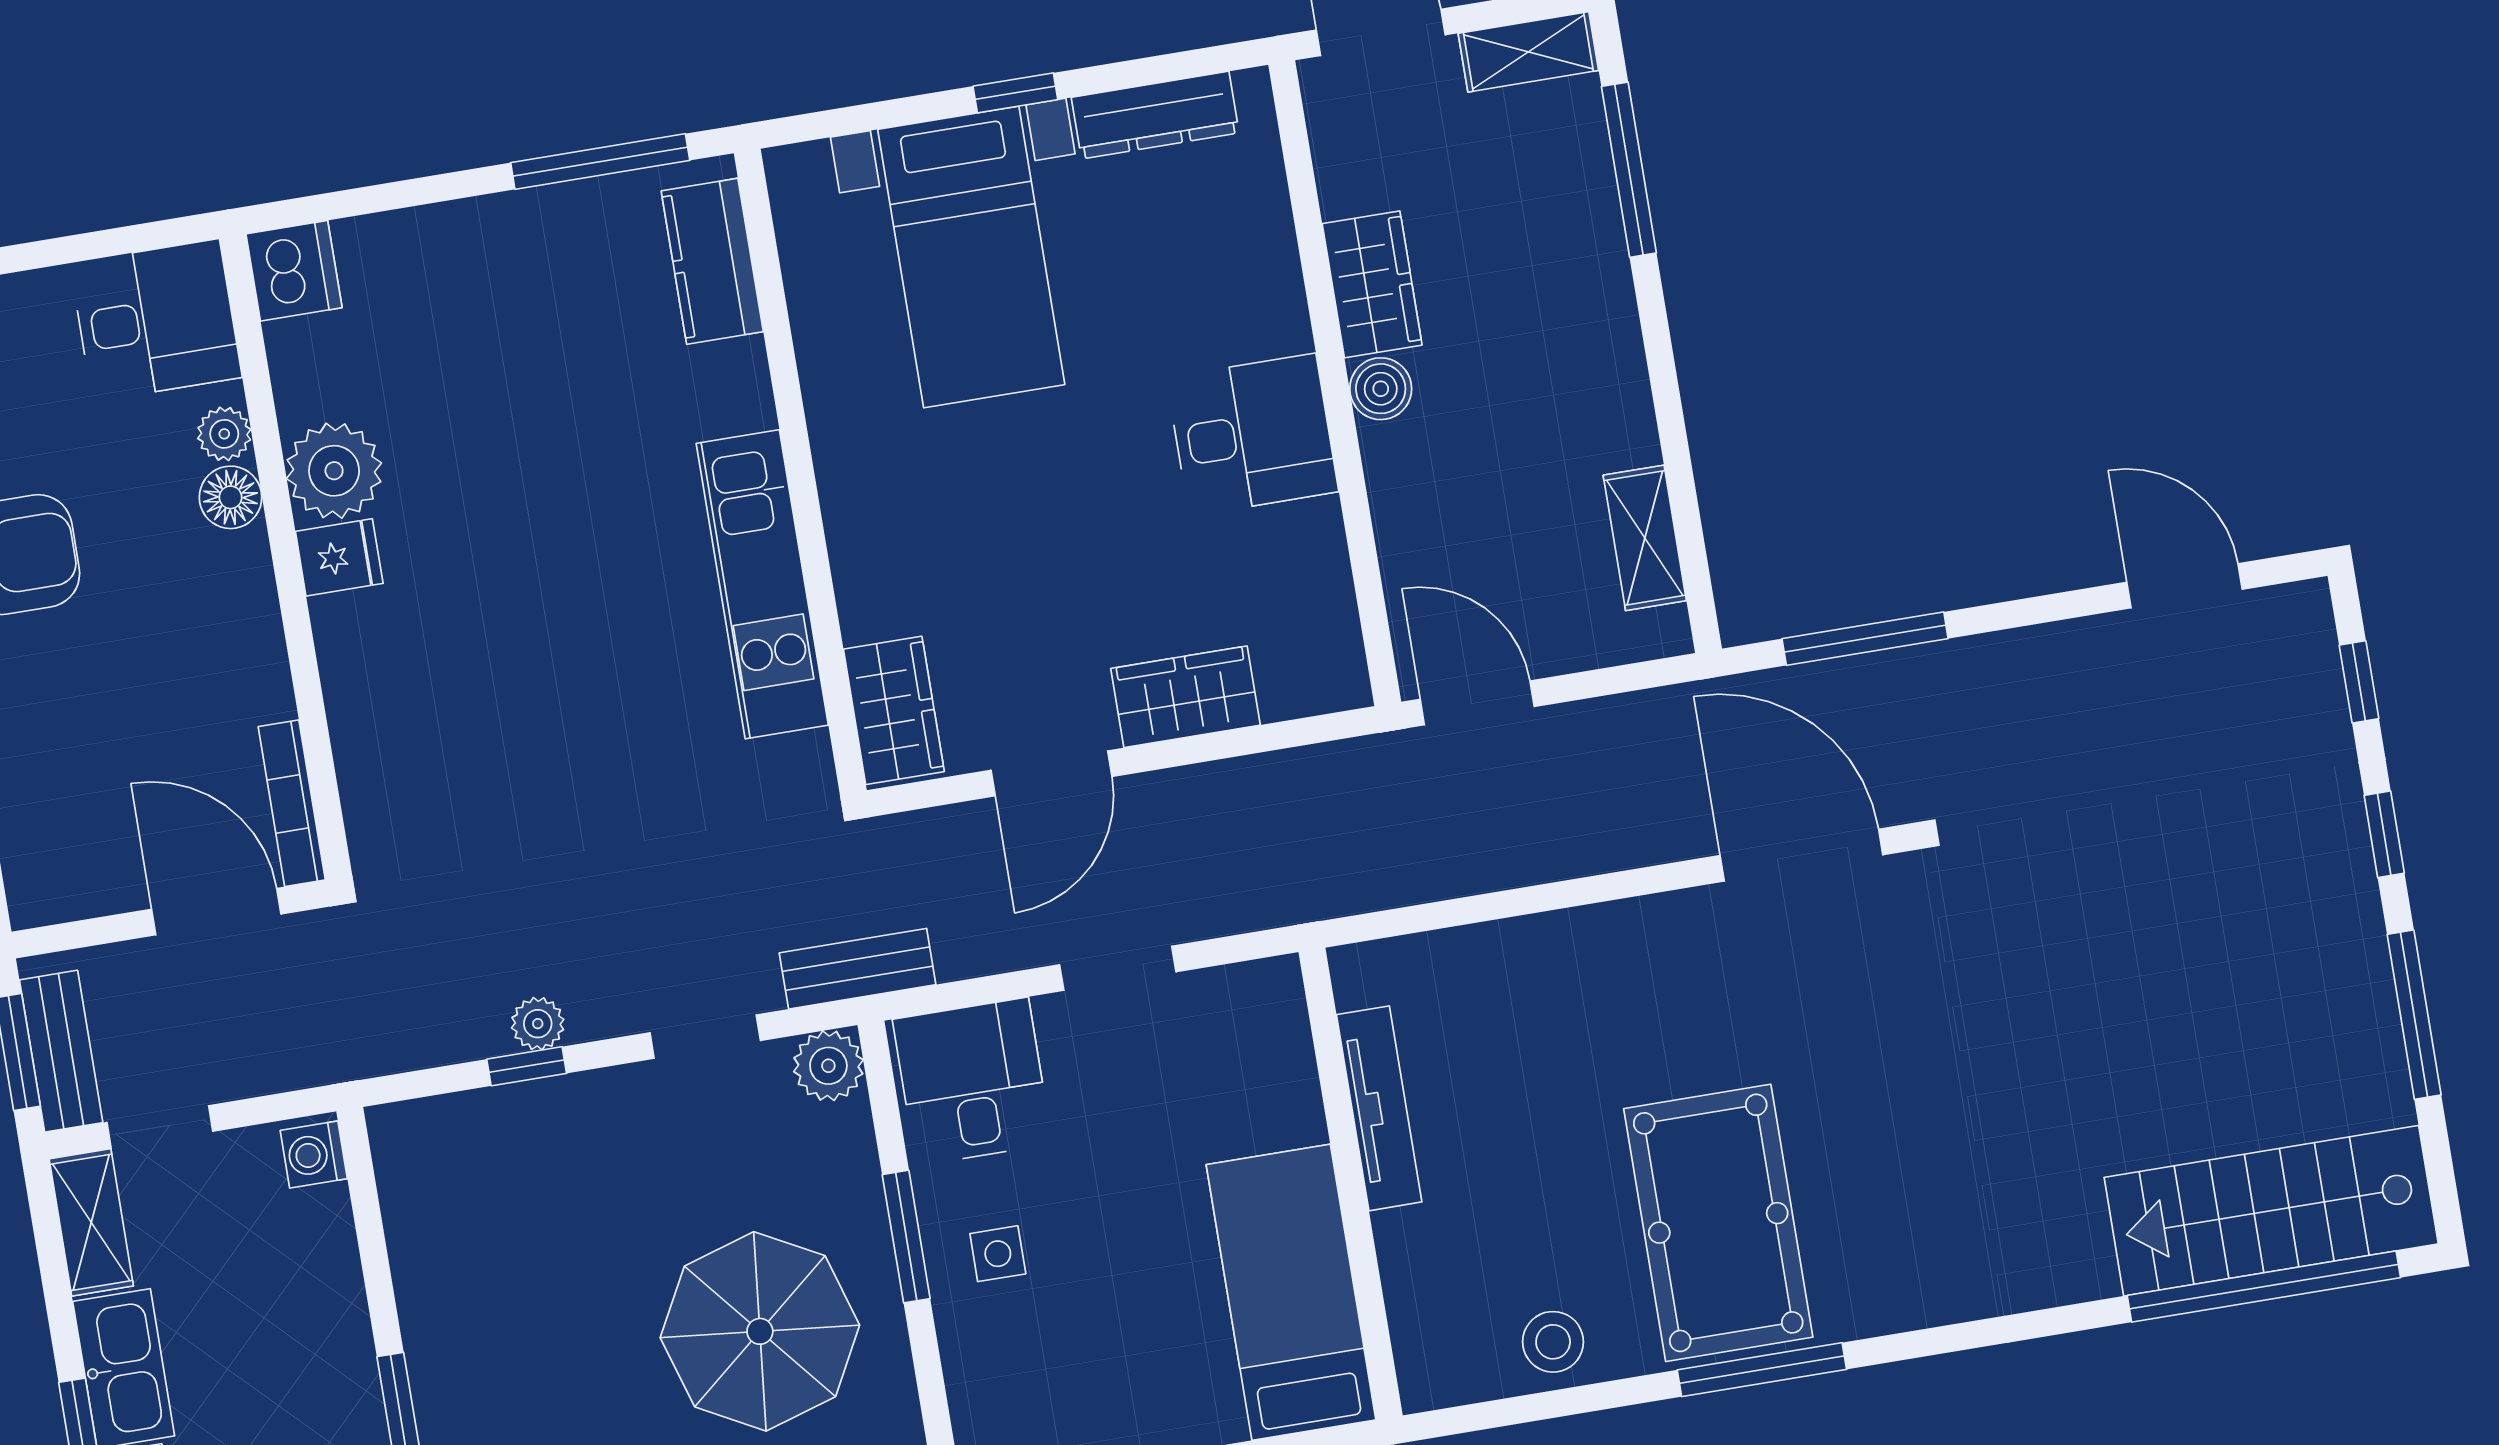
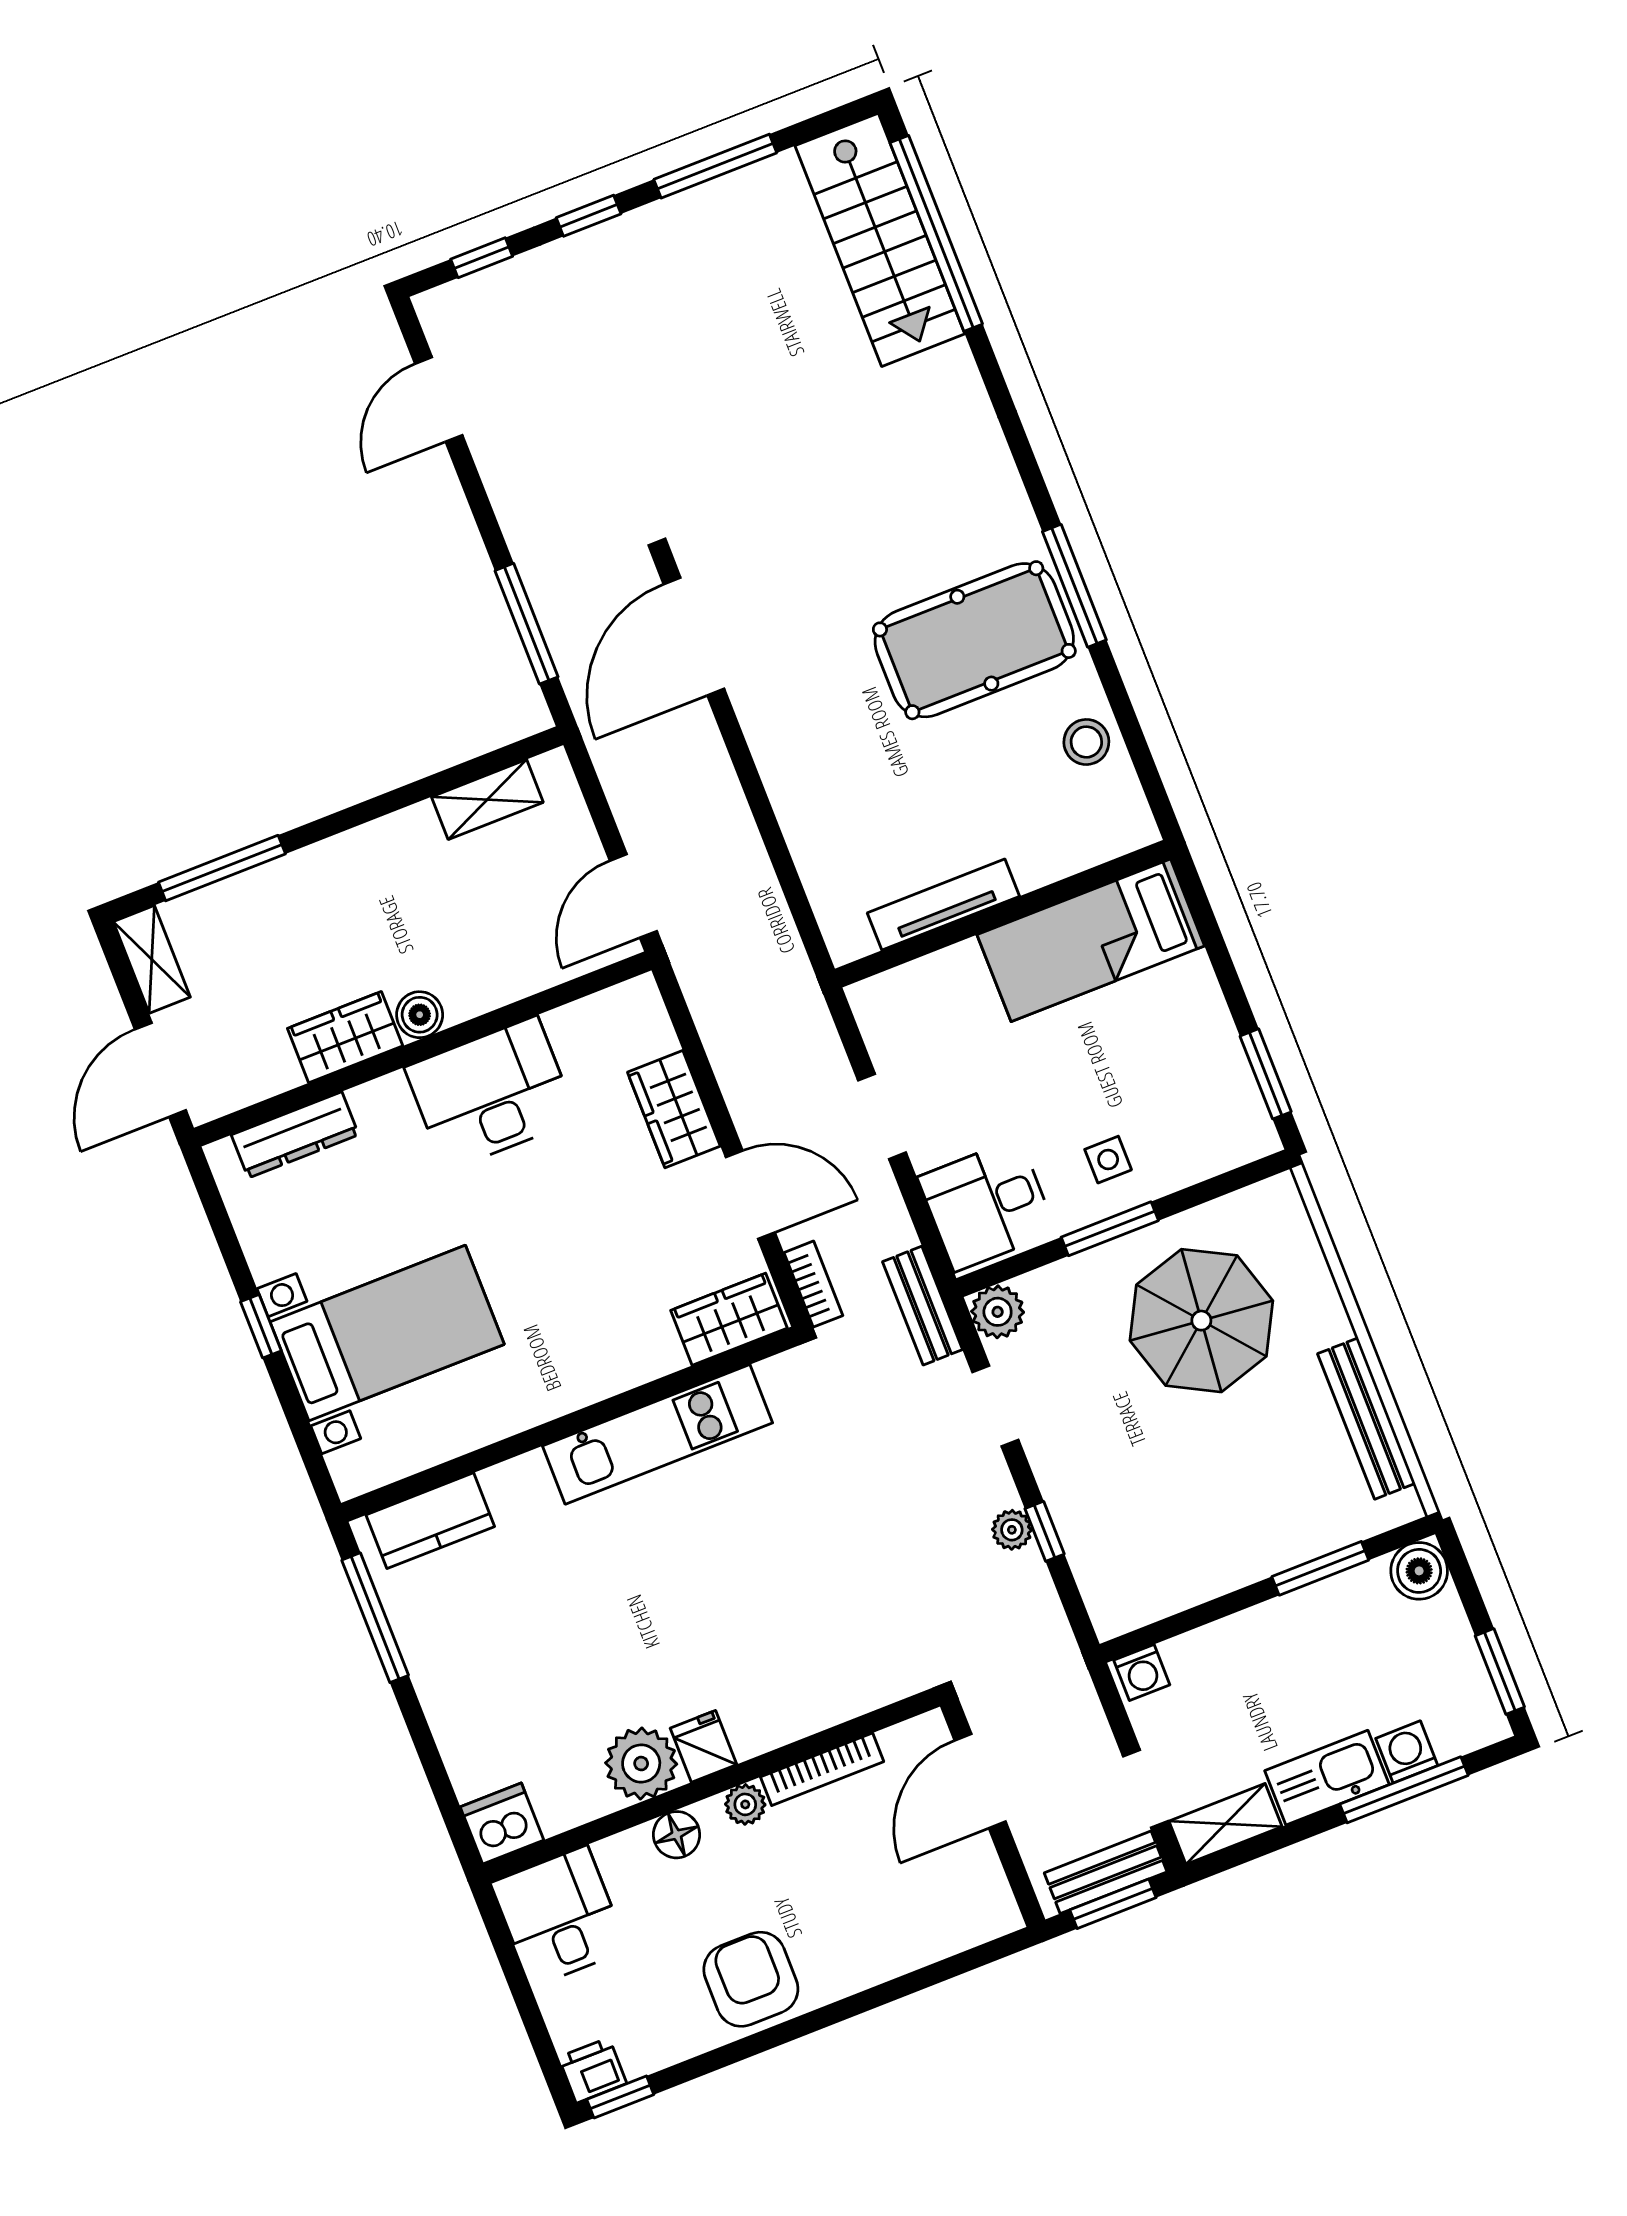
dresser: (1155, 115) -> (295, 1135), moved, turned 90
plant: (224, 434) -> (745, 1804), moved
desk: (1253, 435) -> (491, 1094), width x1.37
bookcase: (292, 803) -> (822, 1769), moved
bookcase: (916, 831) -> (813, 1284), added

